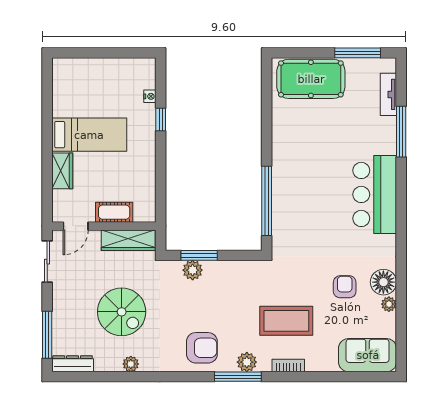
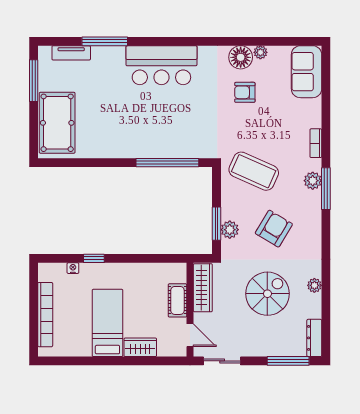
bookcase: (98, 66) -> (45, 315), added
coffee table: (286, 321) -> (254, 171), moved, turned -66
armchair: (202, 348) -> (274, 229), moved, turned 31

